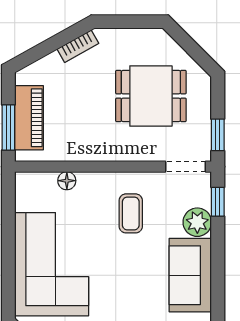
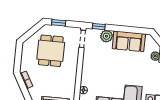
window: (218, 135) -> (59, 23), moved
coffee table: (131, 213) -> (100, 64), removed

